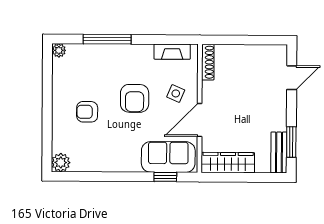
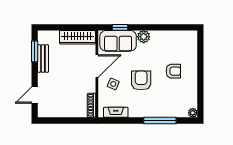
bench: (279, 152) -> (43, 58), moved
plant: (61, 162) -> (144, 37), moved

